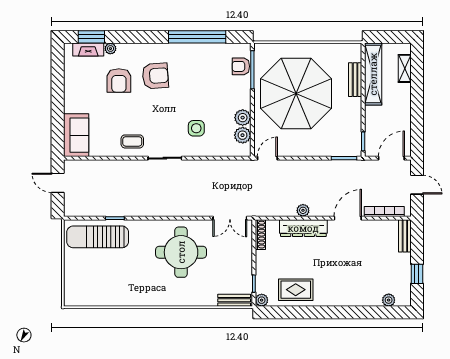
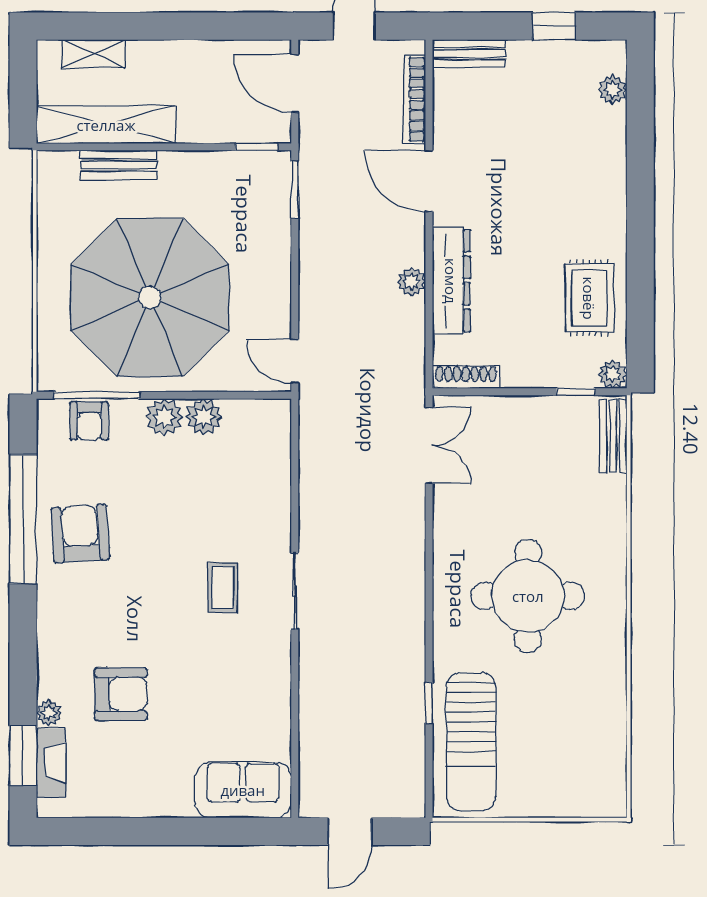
armchair: (155, 76) -> (80, 534), moved
side table: (196, 128) -> (228, 521), removed
plant: (243, 135) -> (164, 417), moved
coffee table: (132, 141) -> (223, 588), moved
round table: (181, 252) -> (528, 596), moved

